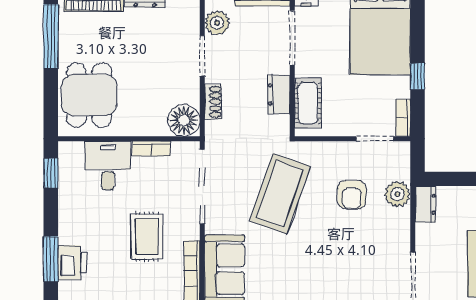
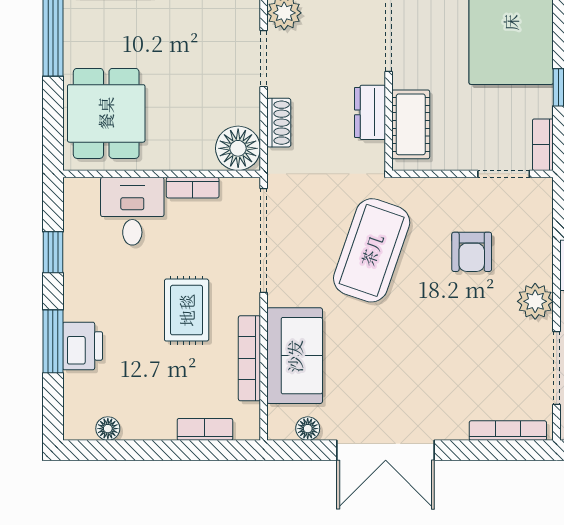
window: (51, 173) -> (53, 252), moved
plant: (397, 194) -> (535, 301), moved

